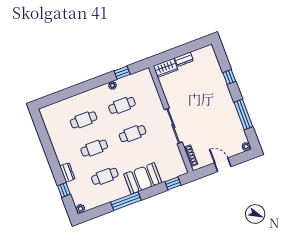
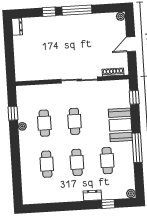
dresser: (184, 59) -> (17, 27), moved
wardrobe: (166, 68) -> (21, 70), removed
window: (243, 114) -> (77, 10), moved

